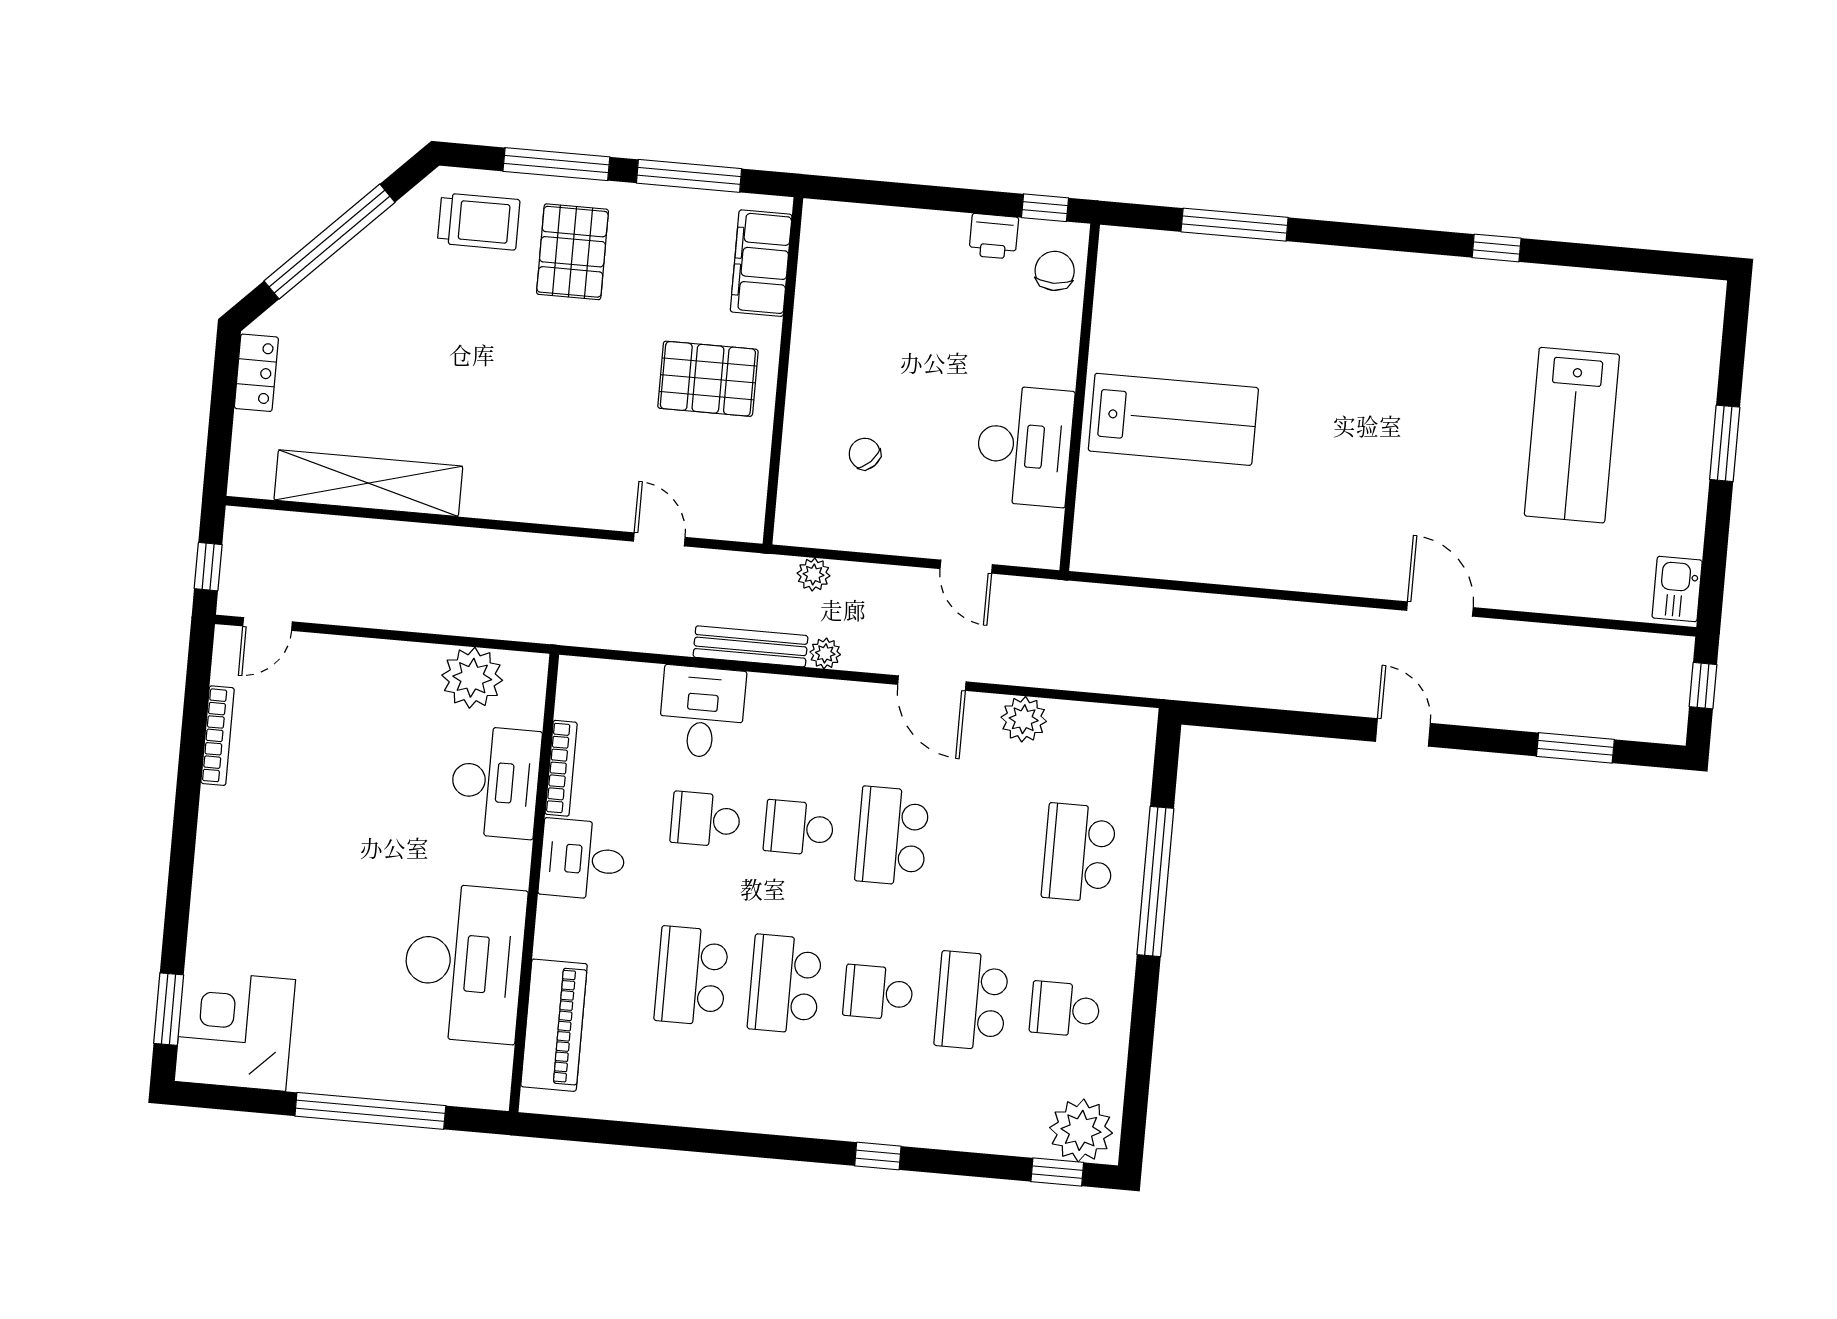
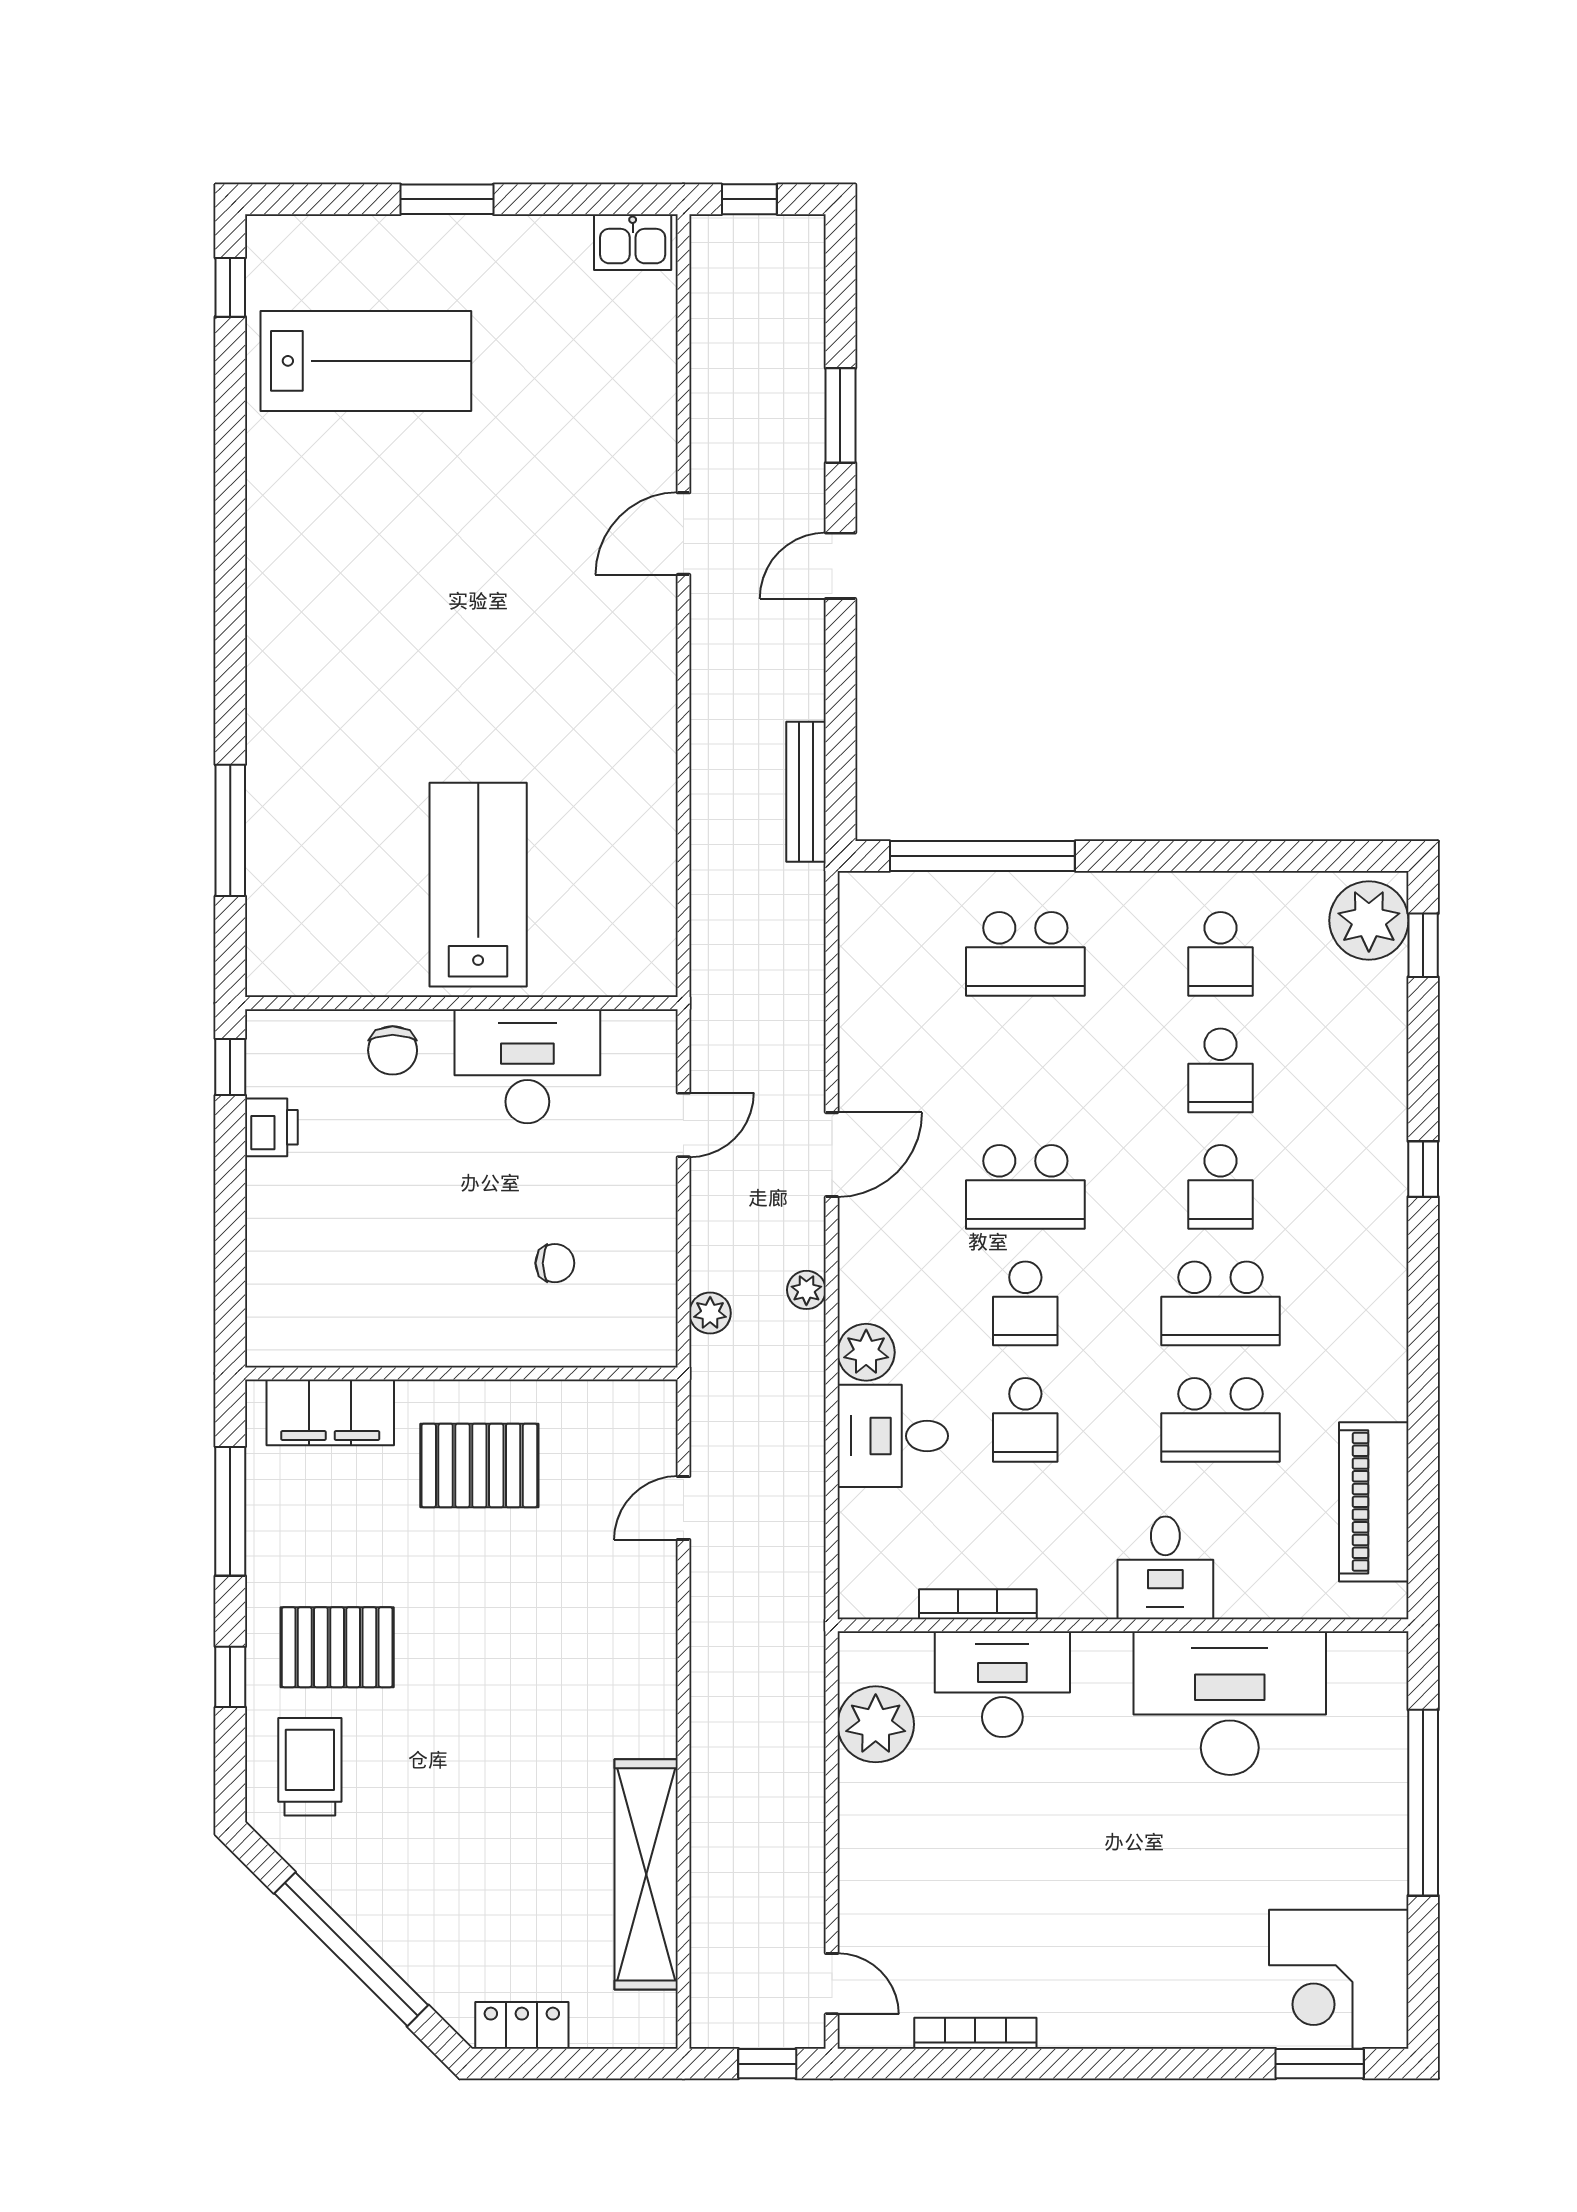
window: (556, 164) -> (230, 1677), width x0.46
window: (1497, 248) -> (230, 287), moved
chair: (1055, 271) -> (393, 1050), moved, turned -90
pallet: (708, 379) -> (479, 1466), turned 90
lab bench: (1572, 435) -> (366, 361), moved
chair: (865, 454) -> (555, 1263), turned -134
bench: (751, 646) -> (806, 792), moved
plant: (1024, 719) -> (866, 1352), moved
window: (1575, 748) -> (840, 415), moved
desk: (582, 859) -> (1165, 1568), moved
window: (1155, 881) -> (982, 856), moved
school desk: (972, 1001) -> (1220, 1070), width x0.54
piano: (554, 1025) -> (1374, 1502), moved, turned -90

